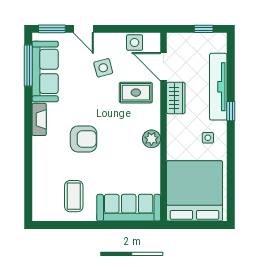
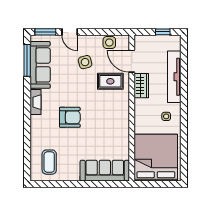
window: (231, 111) -> (184, 96), removed
plant: (151, 139) -> (122, 117), removed
coffee table: (74, 196) -> (49, 162), moved

